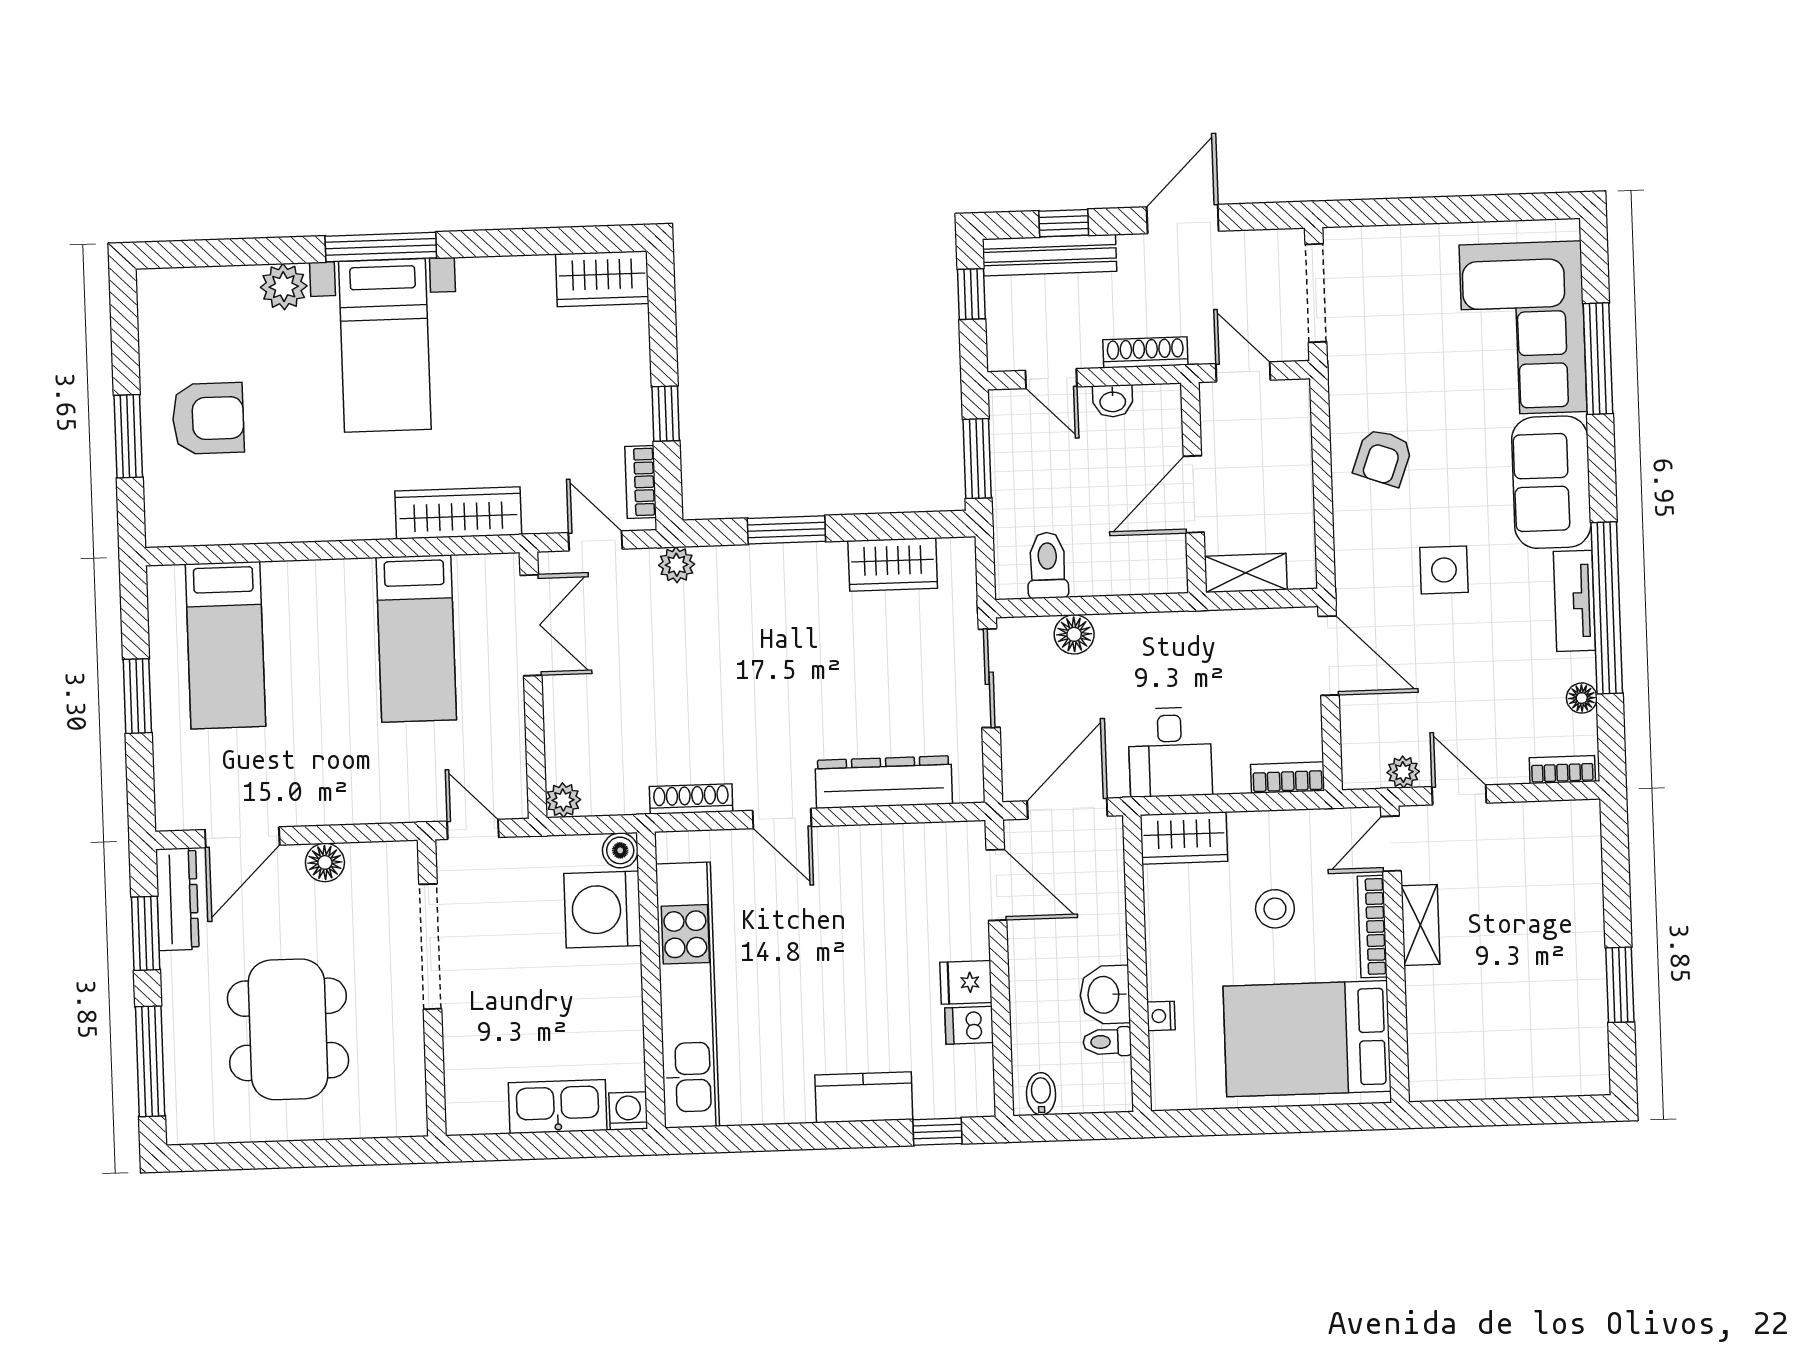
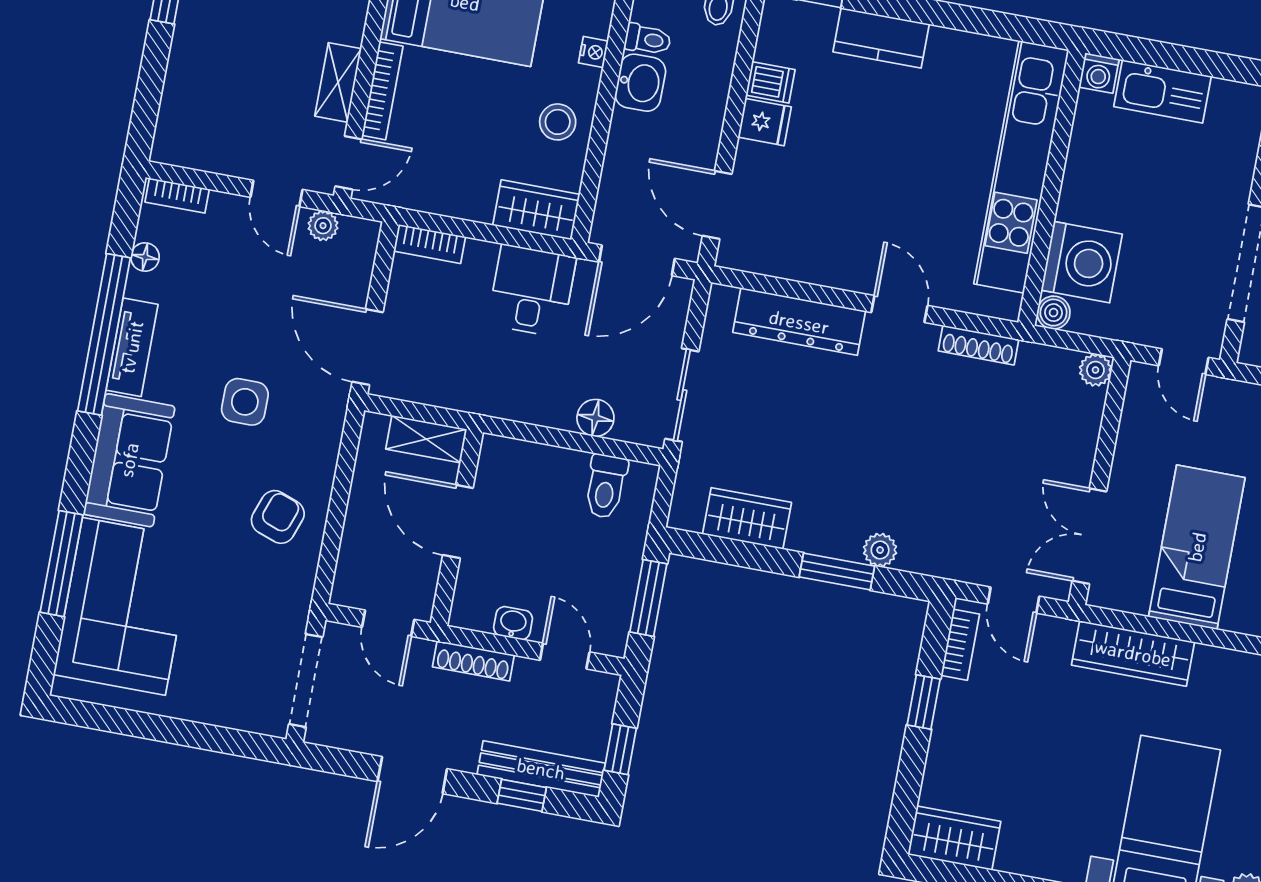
door: (1194, 494) -> (458, 522), swing flipped
plant: (677, 565) -> (880, 550), moved
stool: (1275, 909) -> (558, 122), moved

